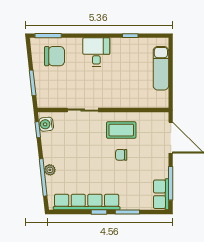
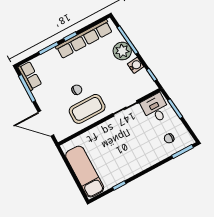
desk: (96, 52) -> (156, 109), moved, turned 180
chair: (55, 56) -> (169, 138), width x0.54, depth x0.54
exam couch: (161, 68) -> (85, 172), width x1.36, depth x1.45
water cooler: (46, 124) -> (136, 65), moved
coffee table: (121, 130) -> (87, 109), width x1.36, depth x1.32
plant: (50, 170) -> (122, 51), width x1.87, depth x1.87

